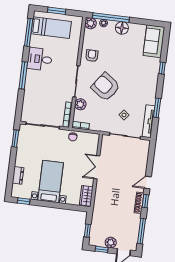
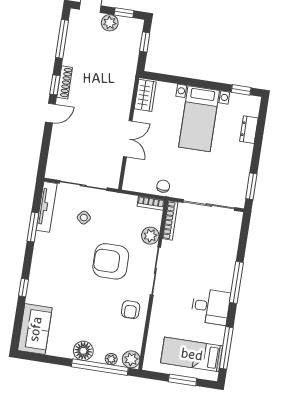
armchair: (106, 87) -> (111, 261), turned 144

